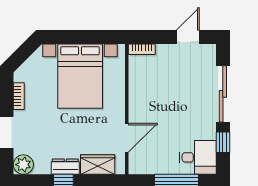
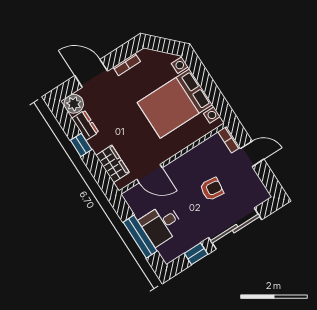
door: (188, 37) -> (252, 154), moved
armchair: (175, 92) -> (212, 189), added
desk: (198, 157) -> (161, 224), moved, turned 90
dresser: (65, 167) -> (85, 125), moved

